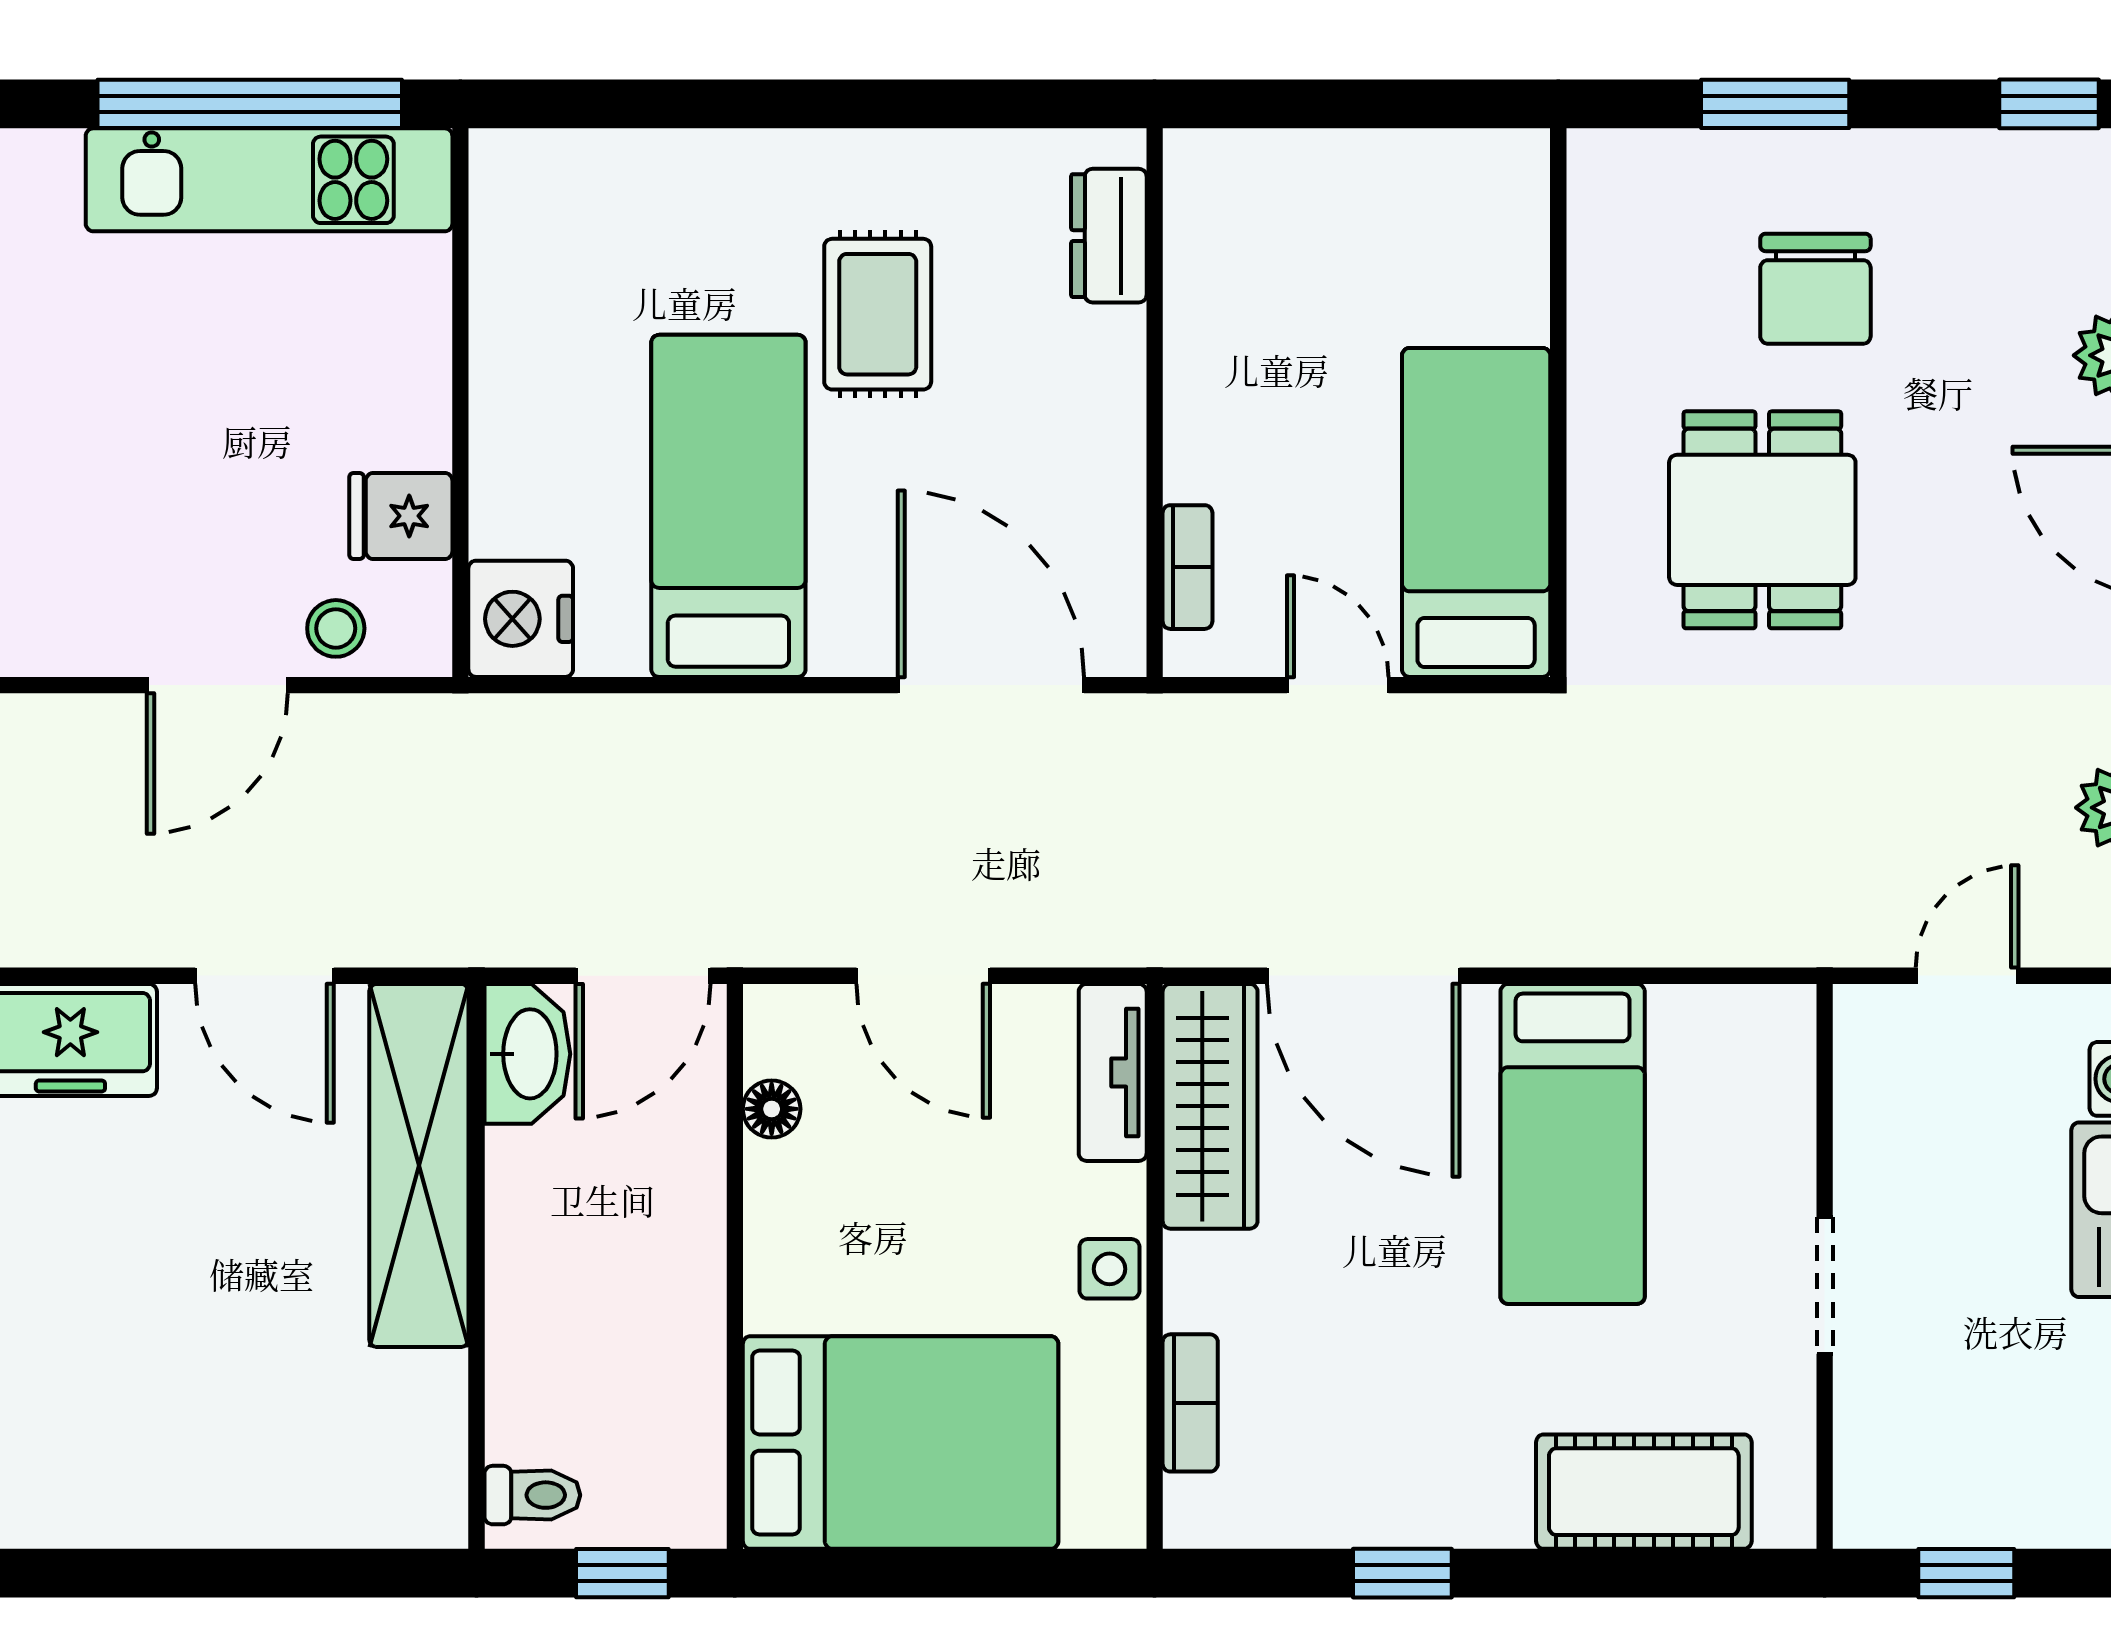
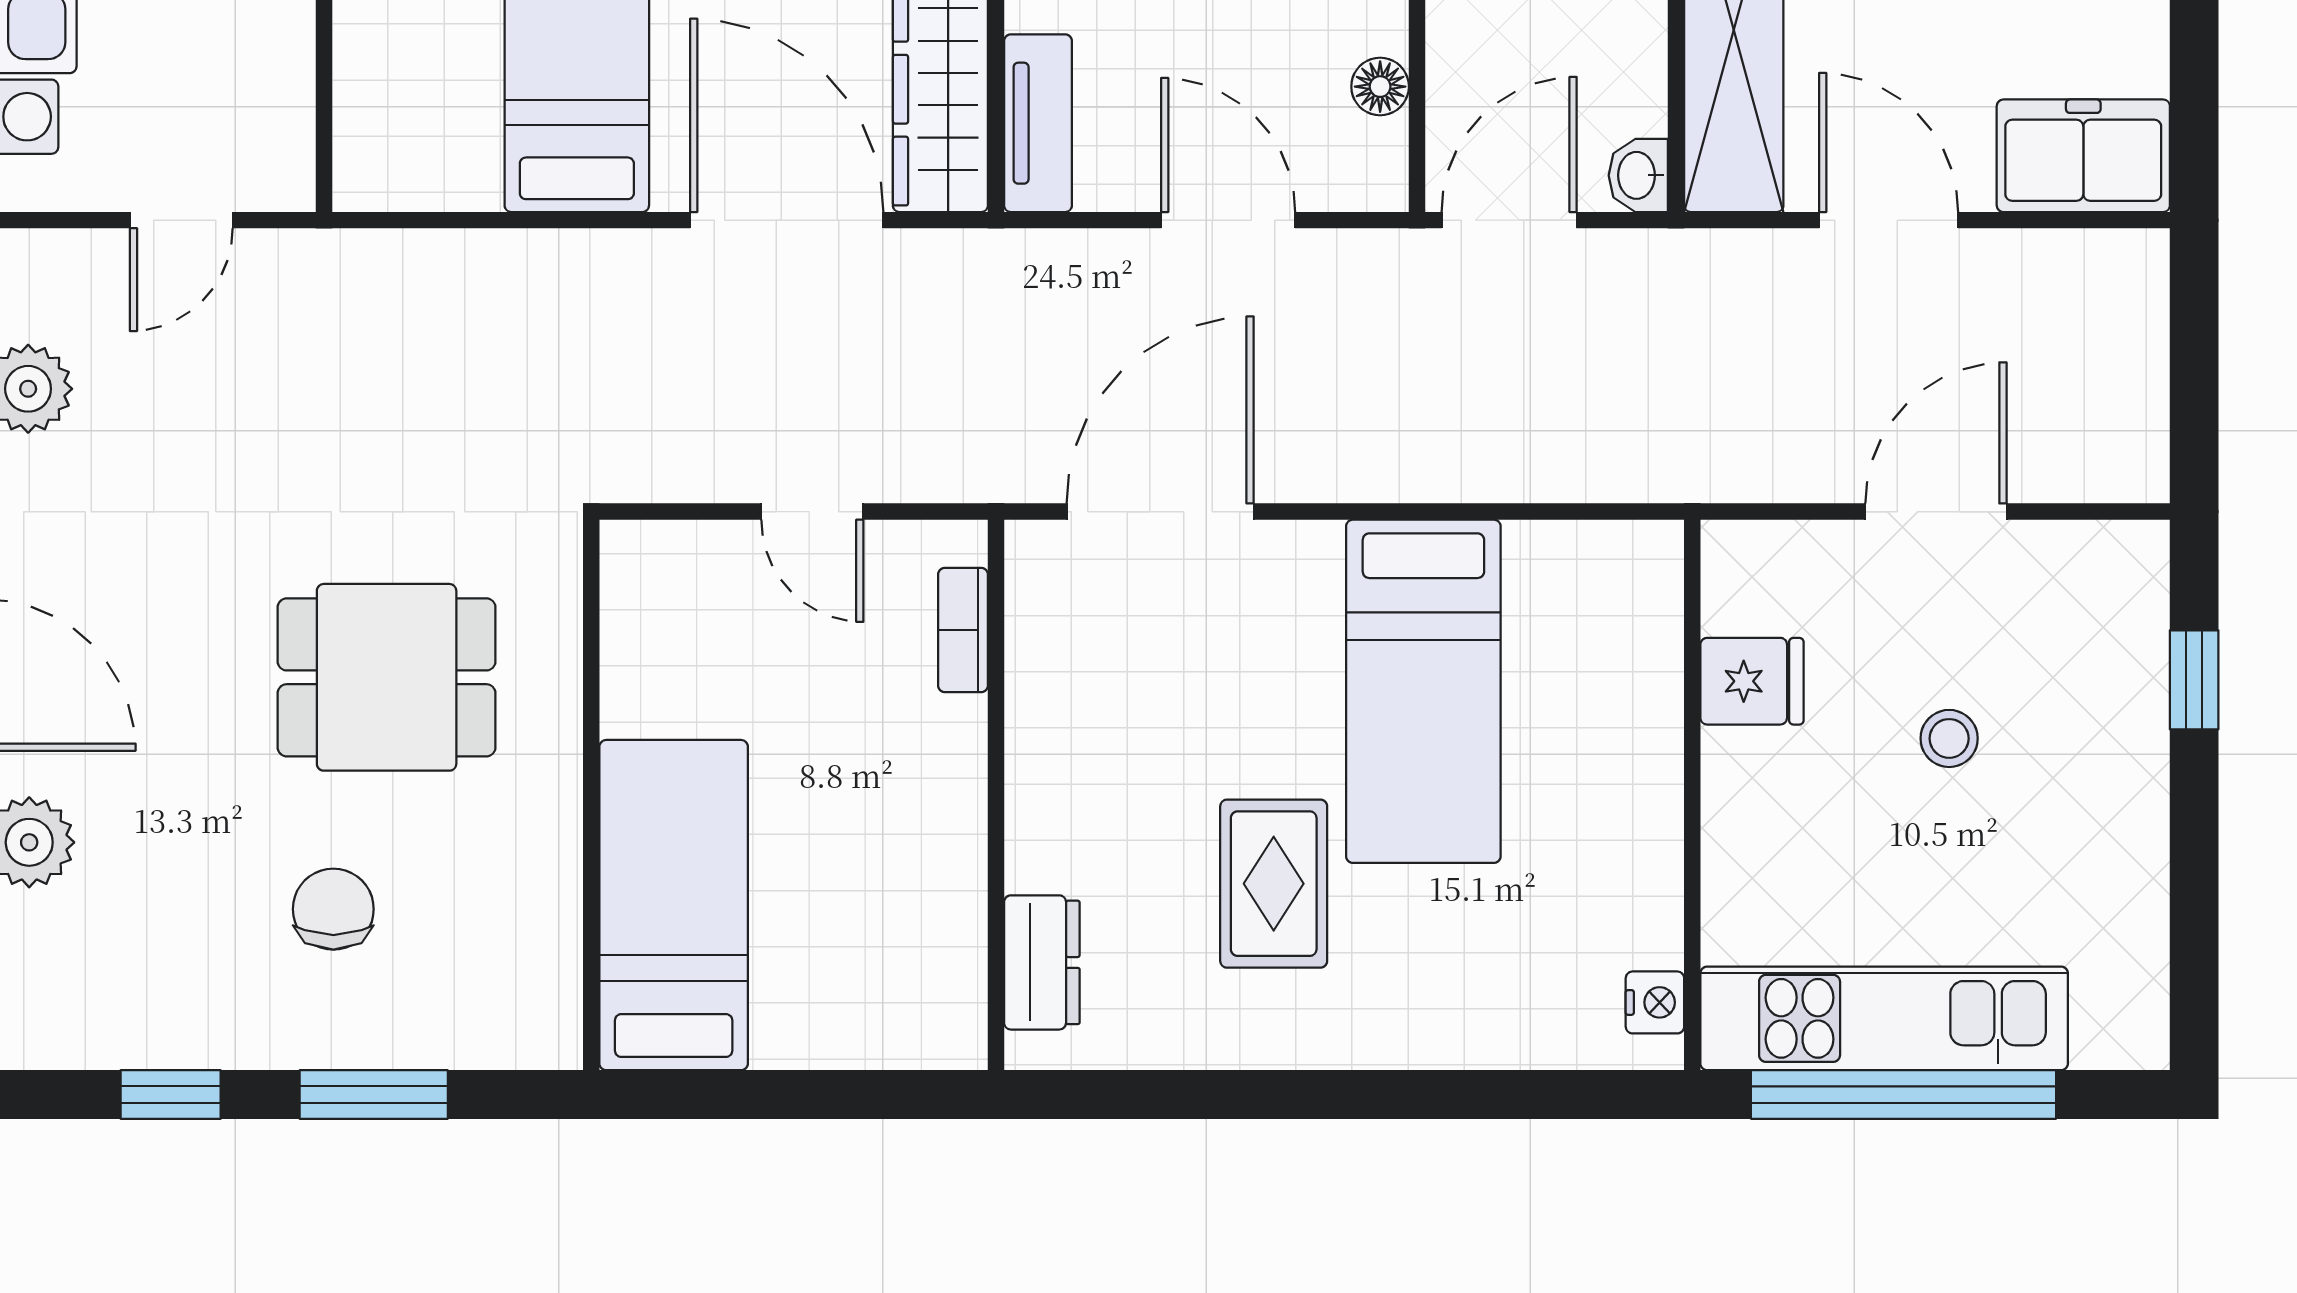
window: (2049, 104) -> (171, 1094), moved
chair: (1815, 289) -> (333, 909), width x0.73, depth x0.73
bed: (1476, 512) -> (674, 905), moved, turned 180
dining table: (1762, 520) -> (387, 677), turned 90
nightstand: (521, 619) -> (1655, 1002), moved, width x0.53, depth x0.56
stool: (336, 628) -> (1949, 738), moved
door: (991, 685) -> (1160, 512), swing flipped
washbasin: (527, 1054) -> (1638, 175), width x0.52, depth x0.69

